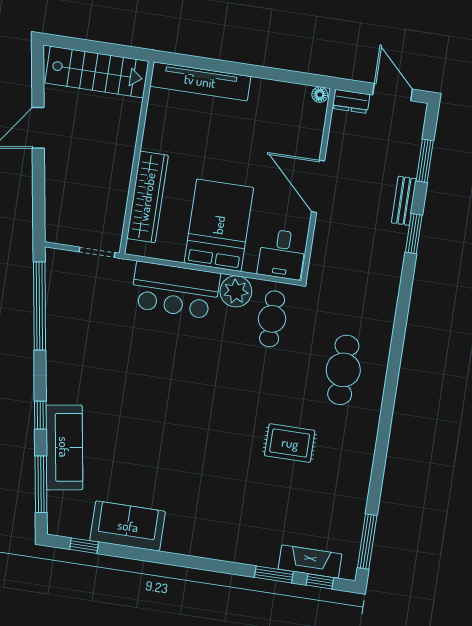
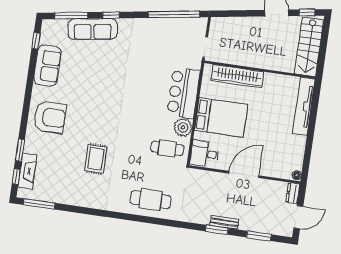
window: (38, 75) -> (307, 13), added
bench: (404, 201) -> (224, 222), moved
cafe table: (343, 370) -> (151, 200), moved
armchair: (217, 522) -> (50, 117), added

